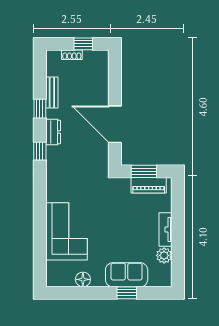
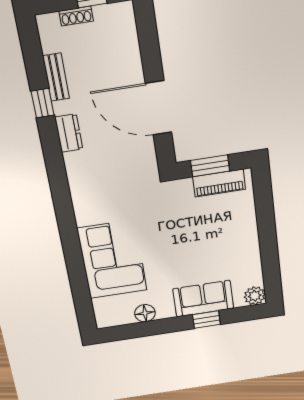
window: (40, 151) -> (55, 162), removed
tv unit: (165, 229) -> (250, 236), removed
plant: (164, 255) -> (255, 296), moved

